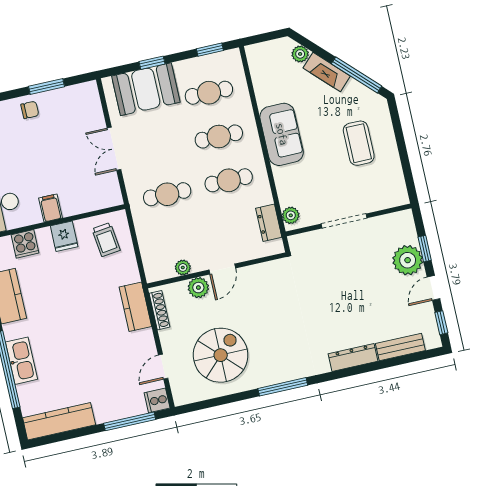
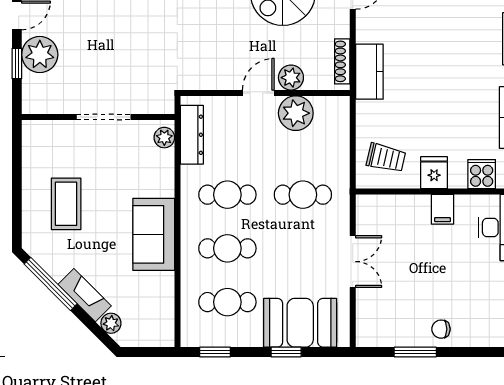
dresser: (269, 223) -> (192, 135), width x1.44
trolley: (106, 240) -> (386, 158), turned 110
plant: (183, 267) -> (296, 113), width x1.88, depth x1.88

